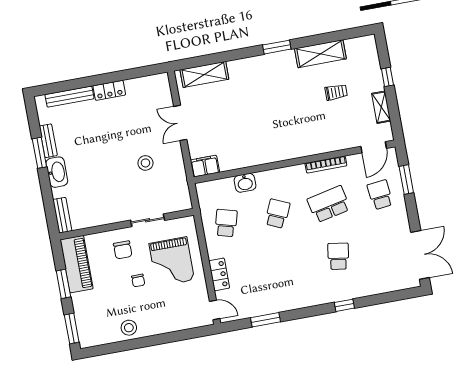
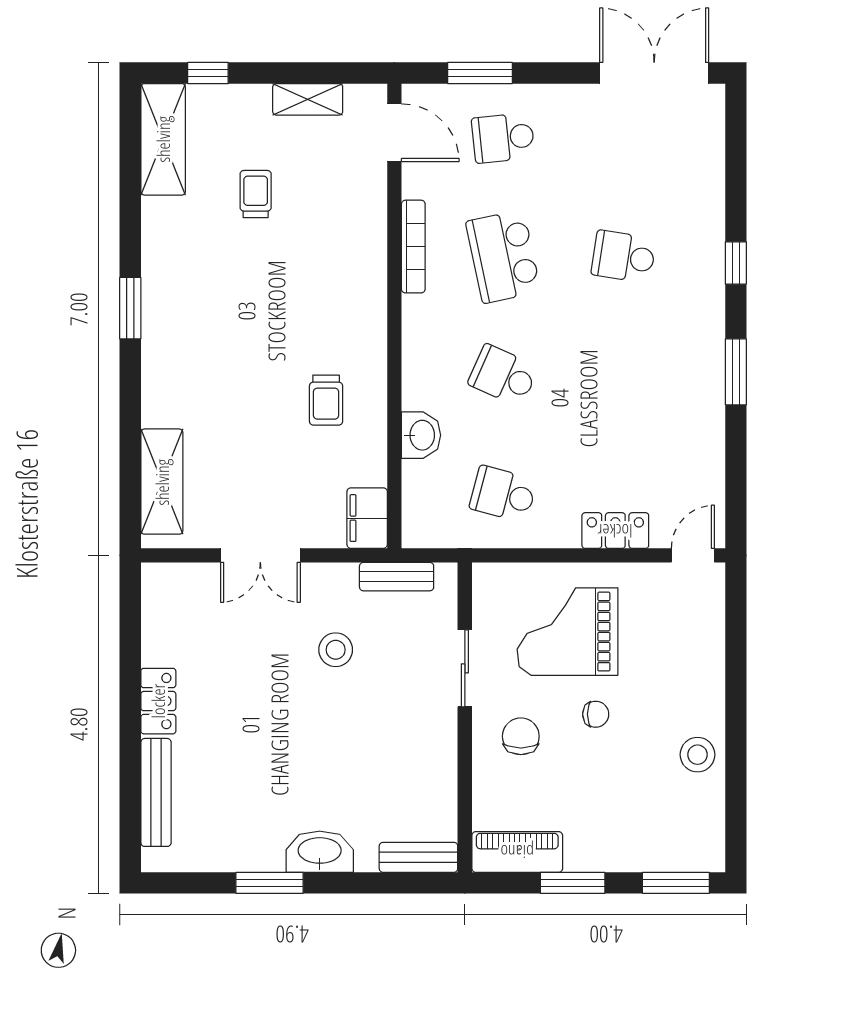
shelving: (320, 54) -> (163, 139), moved
window: (387, 77) -> (208, 73), moved
trolley: (253, 139) -> (326, 400), added
bench: (48, 141) -> (397, 577), moved
chair: (123, 250) -> (521, 736), turned -90
grand piano: (172, 262) -> (568, 632), turned 180
piano: (77, 264) -> (517, 852), width x0.73, depth x0.75
window: (265, 320) -> (736, 372), moved

